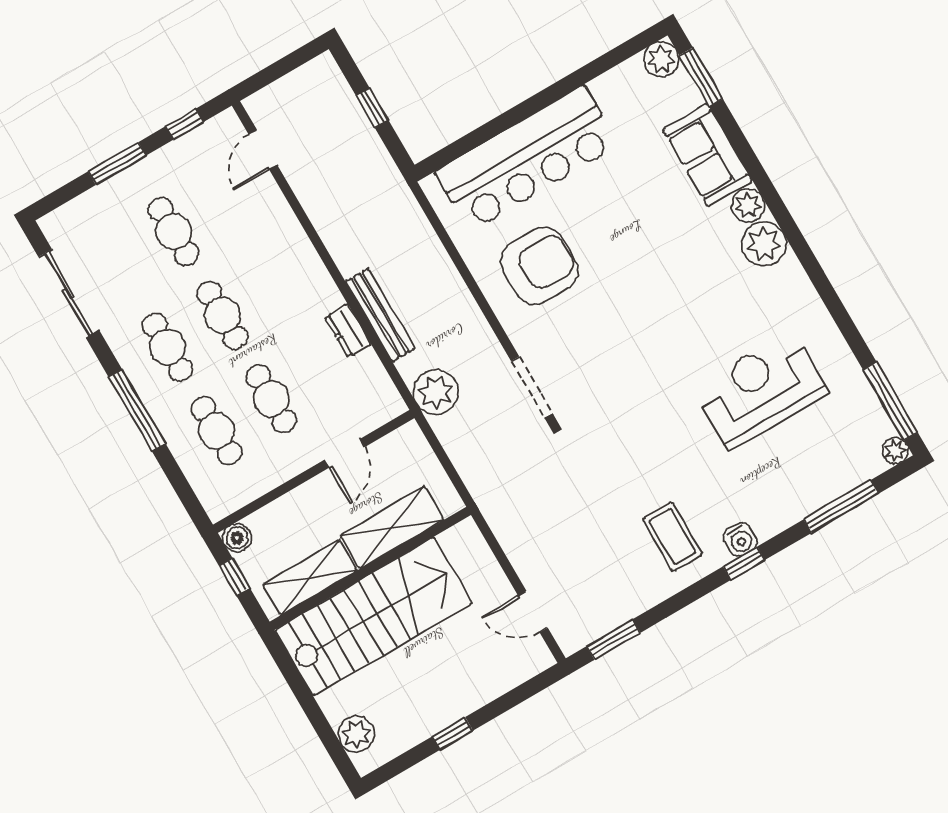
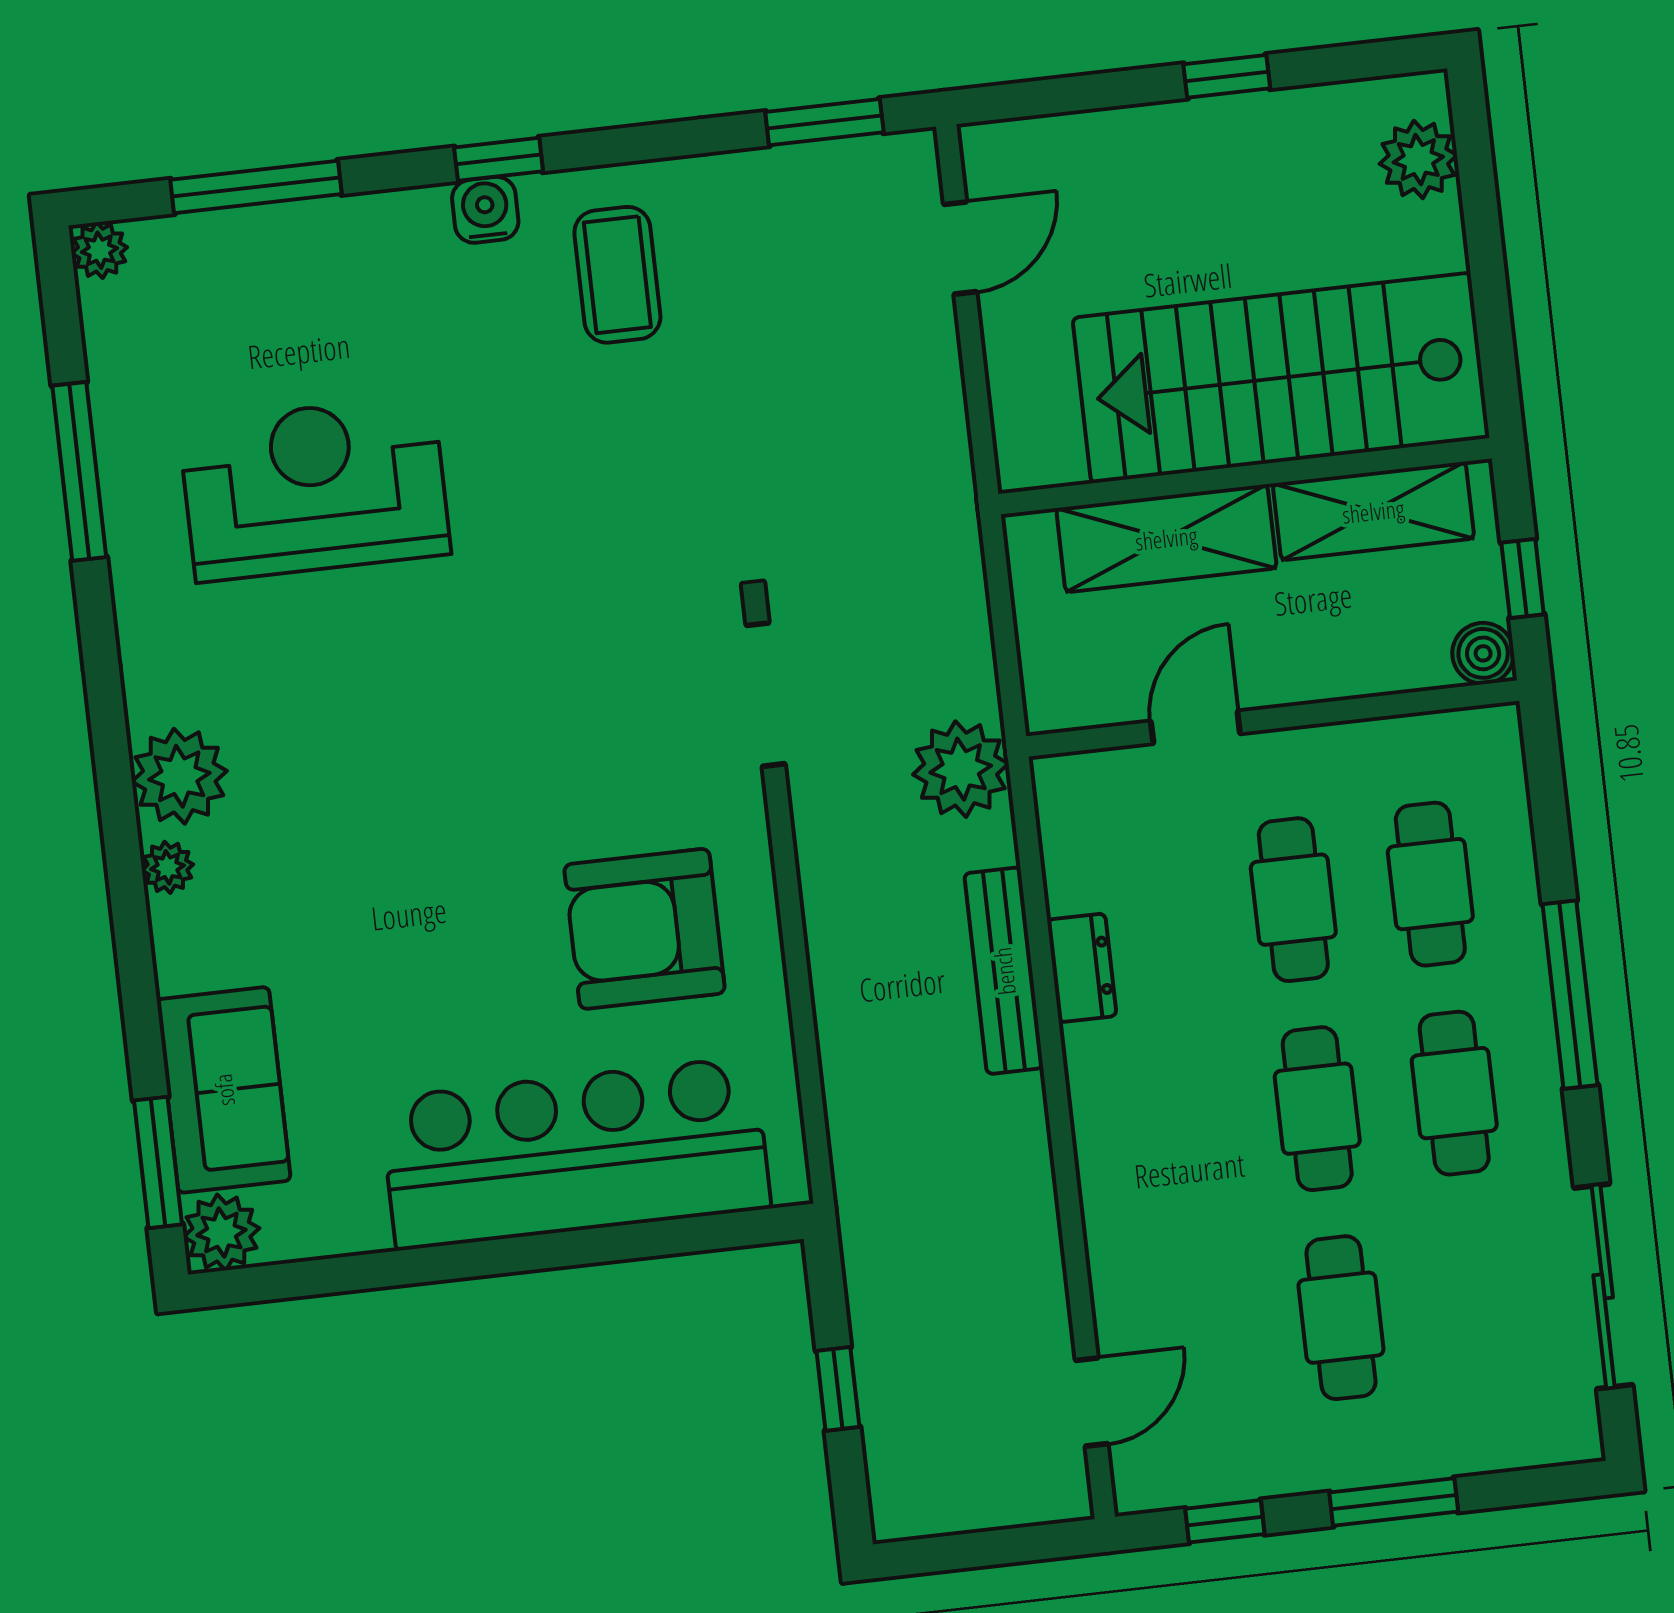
sofa: (707, 155) -> (224, 1090), moved
plant: (748, 205) -> (168, 867), width x0.73, depth x0.73
reception desk: (760, 390) -> (315, 488), turned 180
window: (890, 401) -> (79, 471), moved
door: (533, 612) -> (960, 248), hinge flipped

